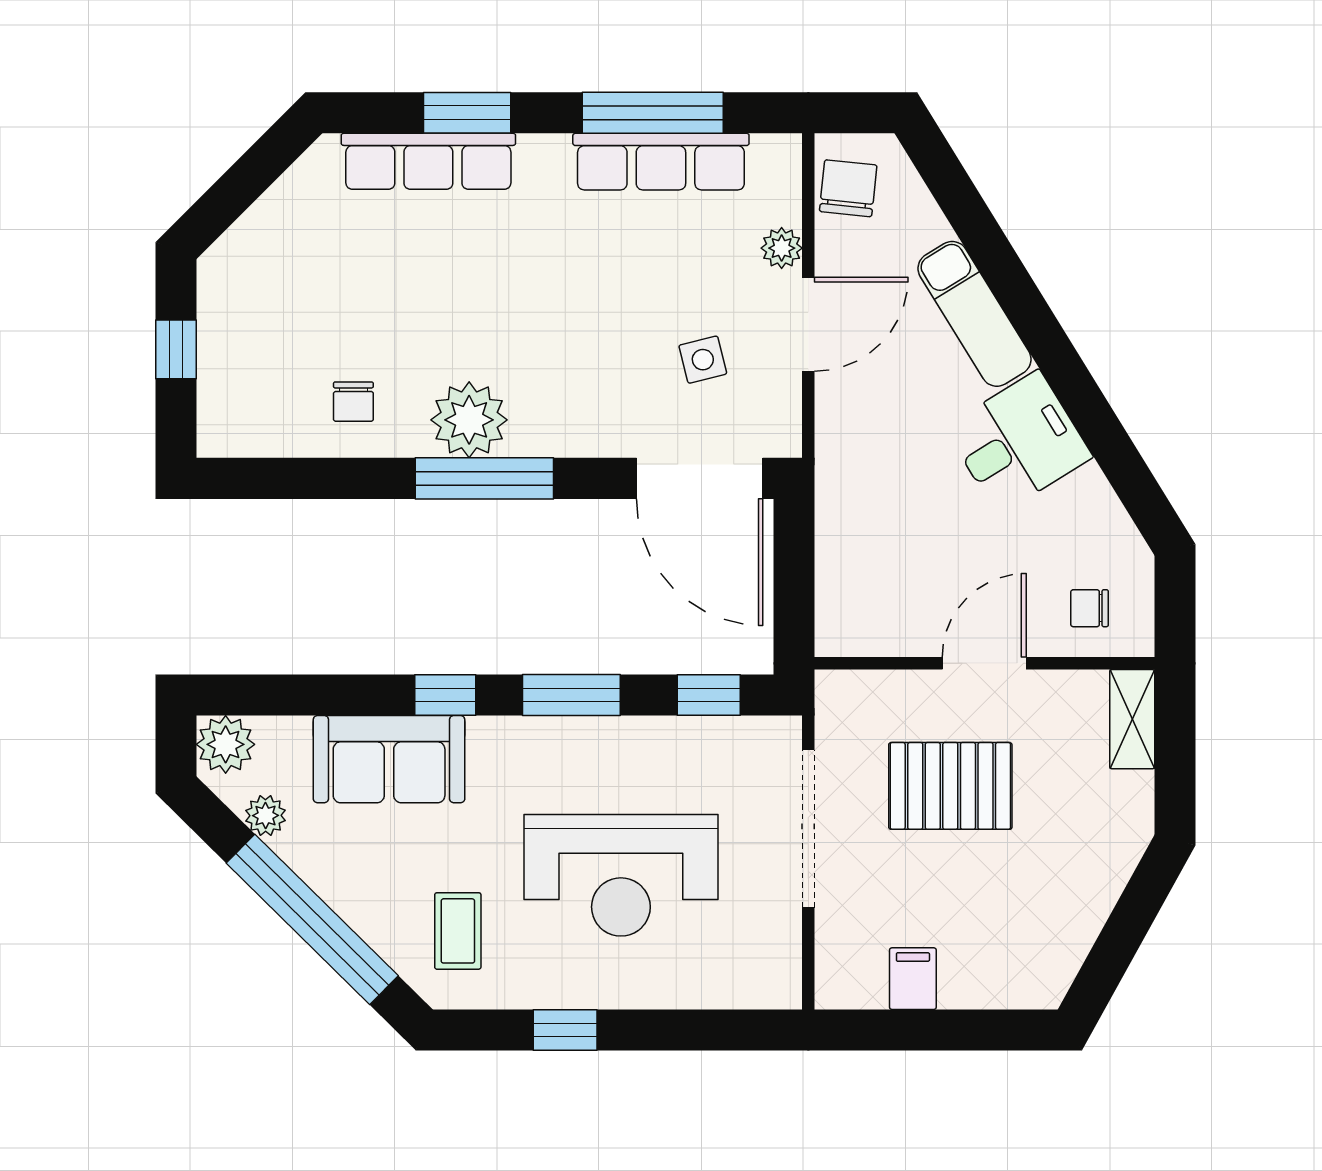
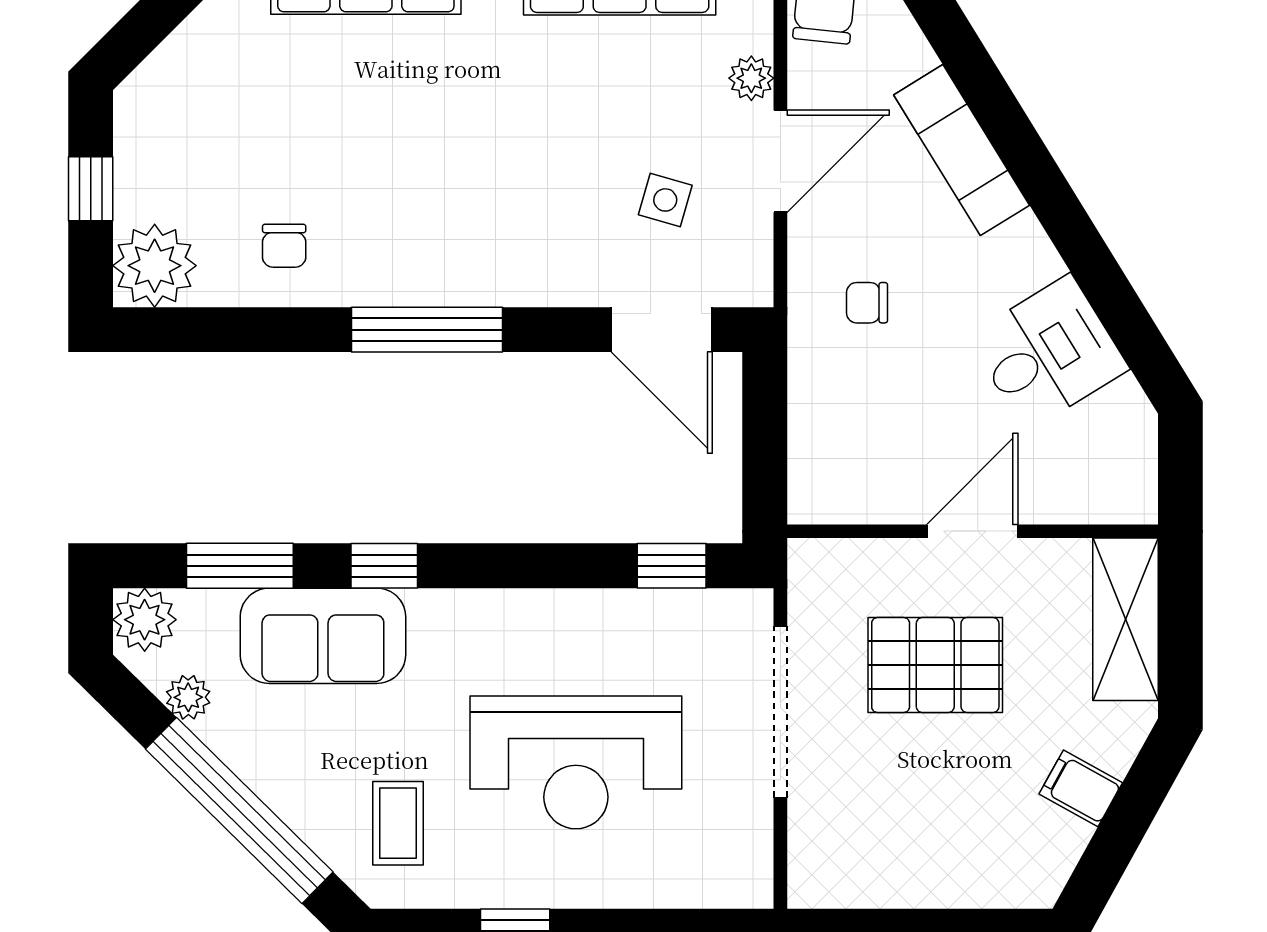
side table: (703, 360) -> (665, 200), turned 30
plant: (469, 420) -> (155, 266), moved
desk: (1018, 442) -> (1048, 353), moved
door: (700, 478) -> (662, 330), width x0.73
chair: (1090, 608) -> (867, 303), moved
window: (571, 695) -> (240, 566), moved
shelving: (1132, 719) -> (1126, 619), width x1.50, depth x1.33
filing cabinet: (913, 979) -> (1081, 788), moved, turned -61

